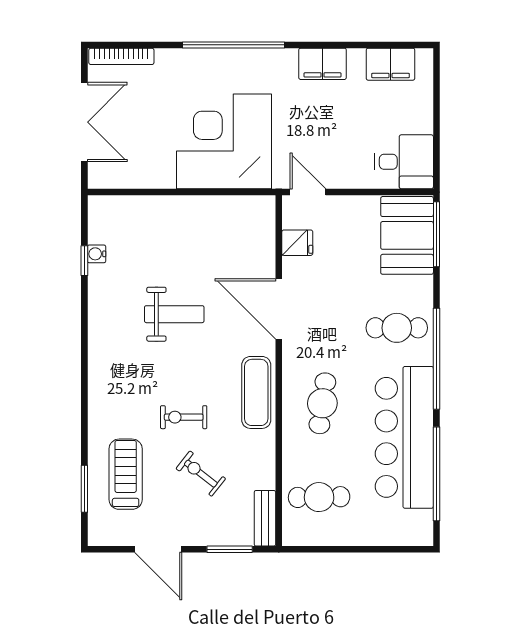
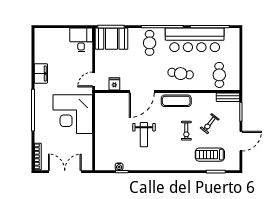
filing cabinet: (391, 64) -> (41, 45), removed
weight bench: (174, 314) -> (144, 135), turned 180

